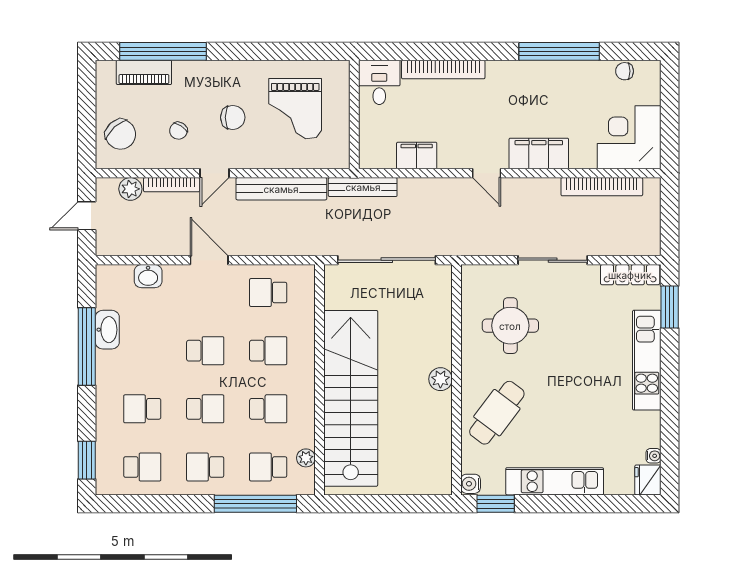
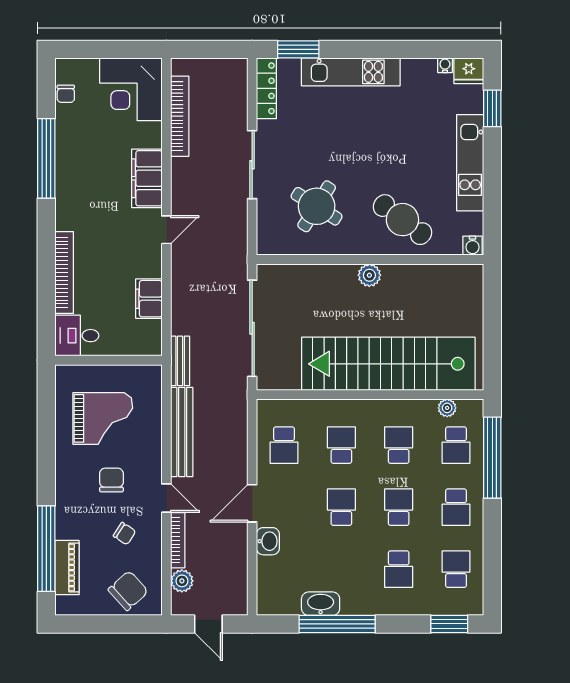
bench: (363, 187) -> (180, 361), width x0.73
washbasin: (148, 276) -> (268, 541), moved
round table: (510, 326) -> (317, 206), turned 32
window: (496, 504) -> (492, 108), moved

